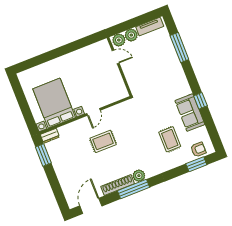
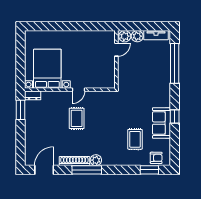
window: (179, 48) -> (175, 63), width x1.46
door: (116, 57) -> (116, 50), hinge flipped
rug: (103, 141) -> (77, 118), turned 90

